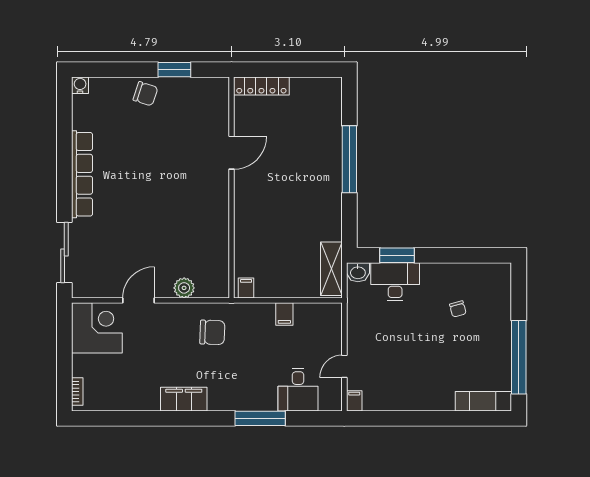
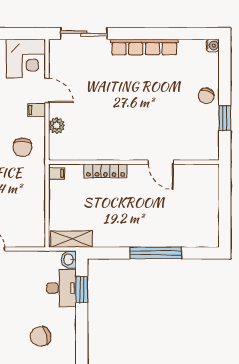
locker: (261, 86) -> (105, 171), moved, turned -90
chair: (458, 309) -> (40, 336), width x1.87, depth x1.87
filing cabinet: (284, 314) -> (37, 110), moved

